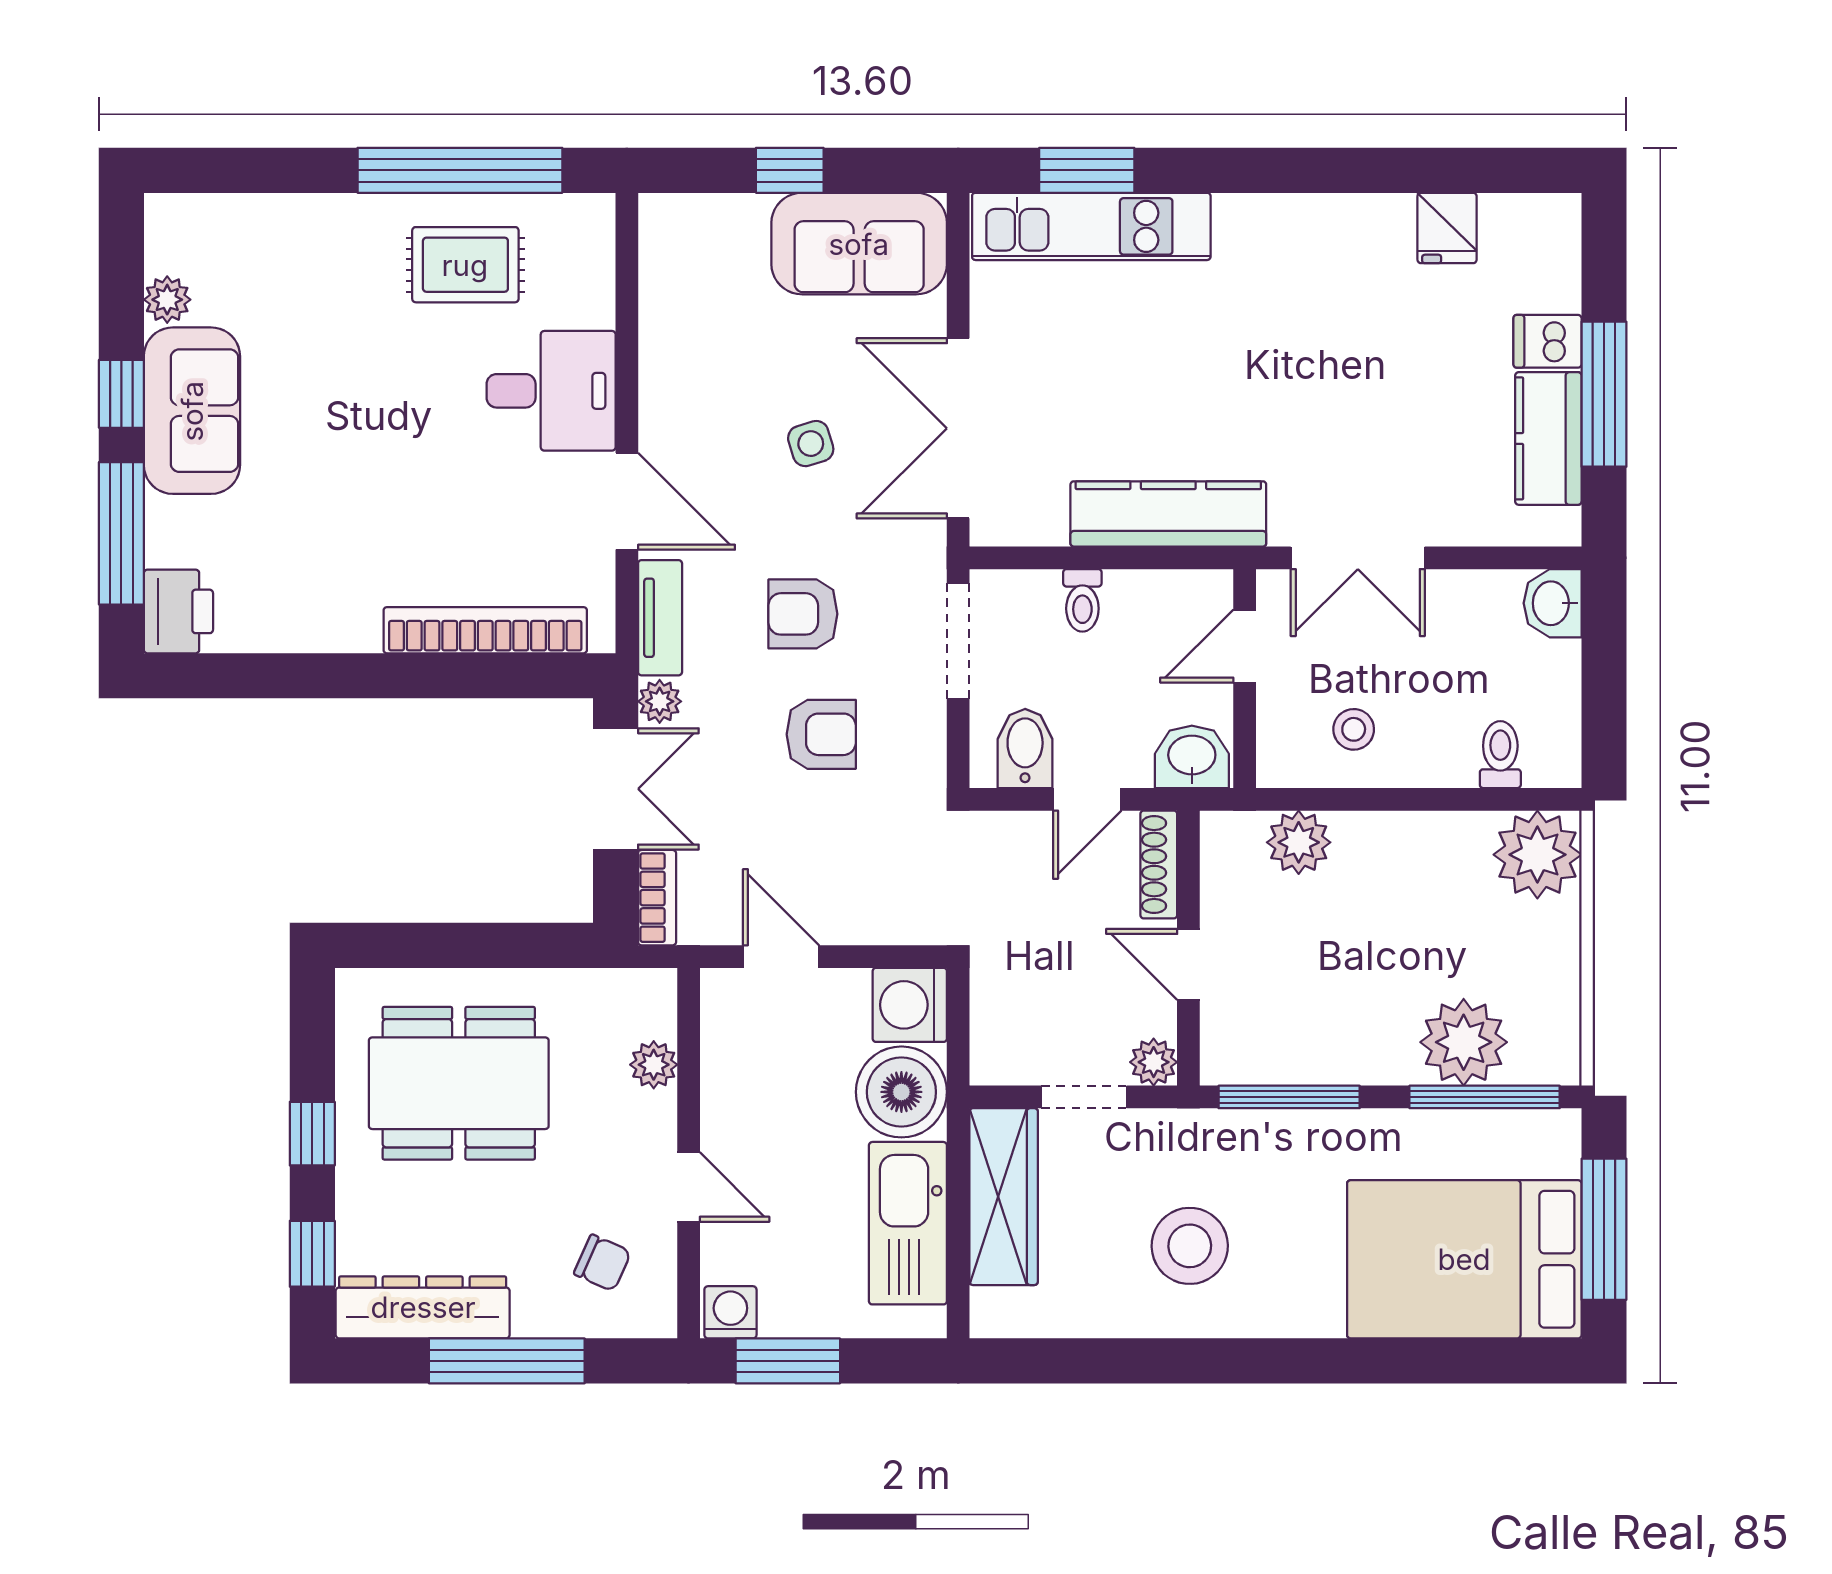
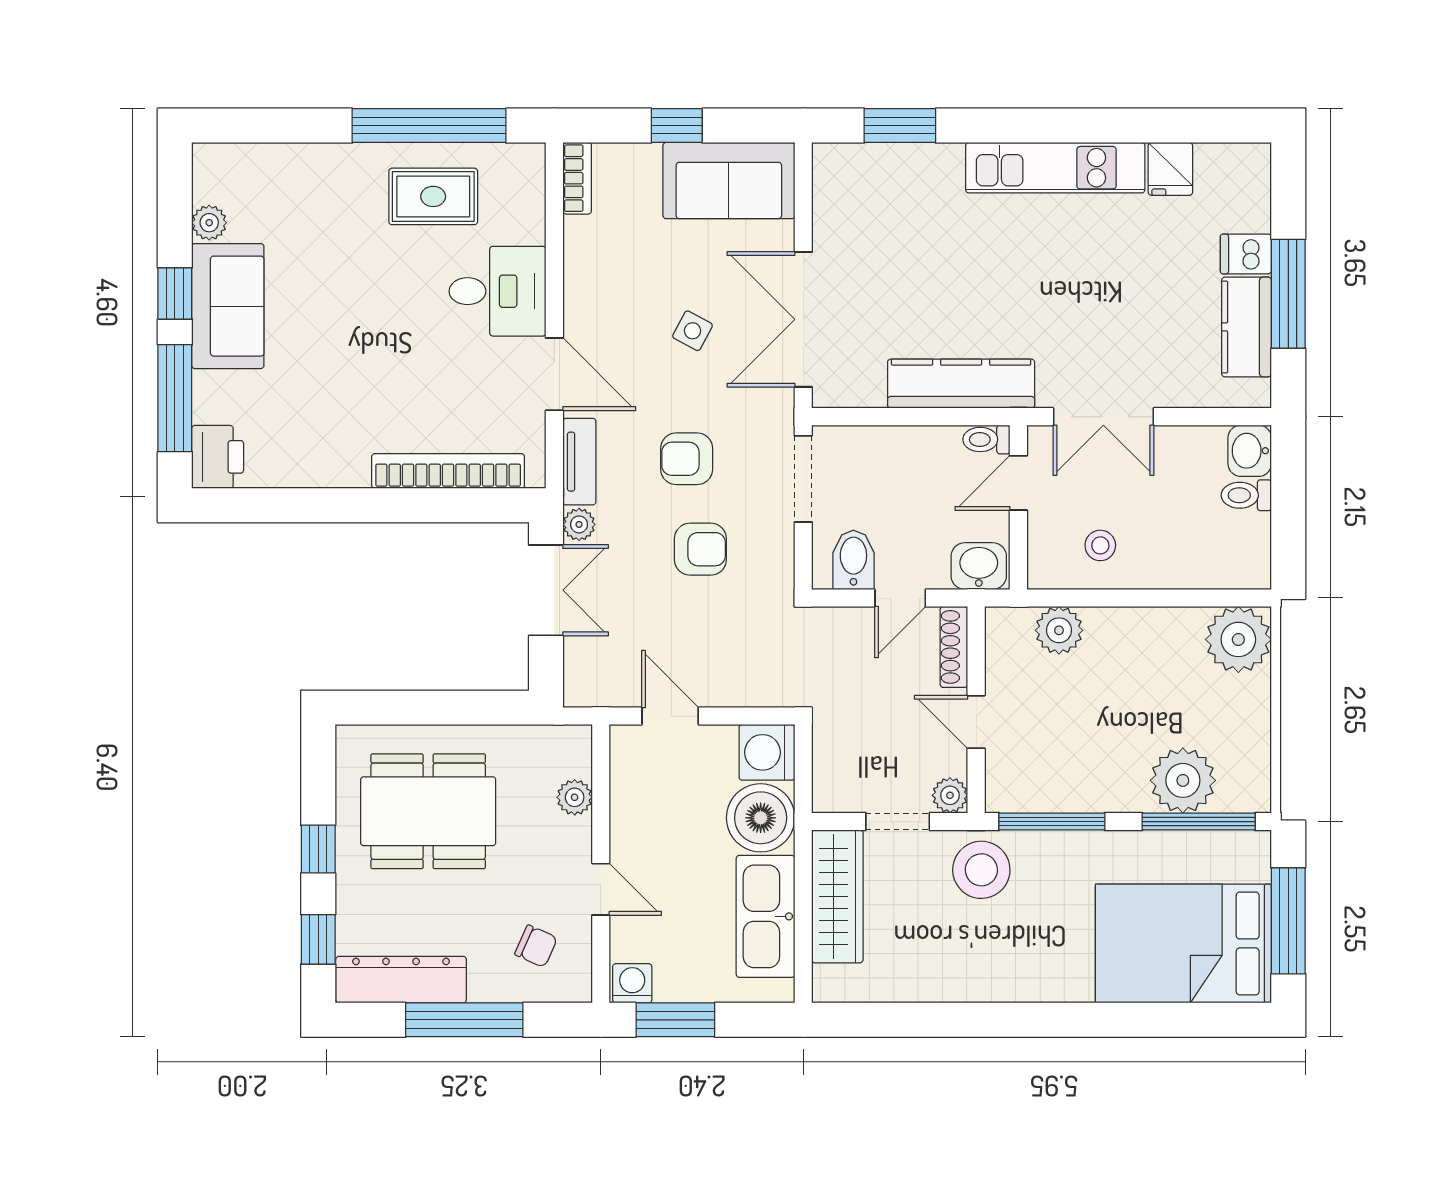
kitchen unit: (1091, 226) -> (1055, 168), moved
side table: (811, 444) -> (693, 331), turned 45
toilet: (1082, 600) -> (986, 439), moved, turned 90
toilet: (1500, 755) -> (1246, 495), moved, turned -90
bookcase: (657, 898) -> (577, 178), moved
stool: (1190, 1246) -> (981, 870), moved

